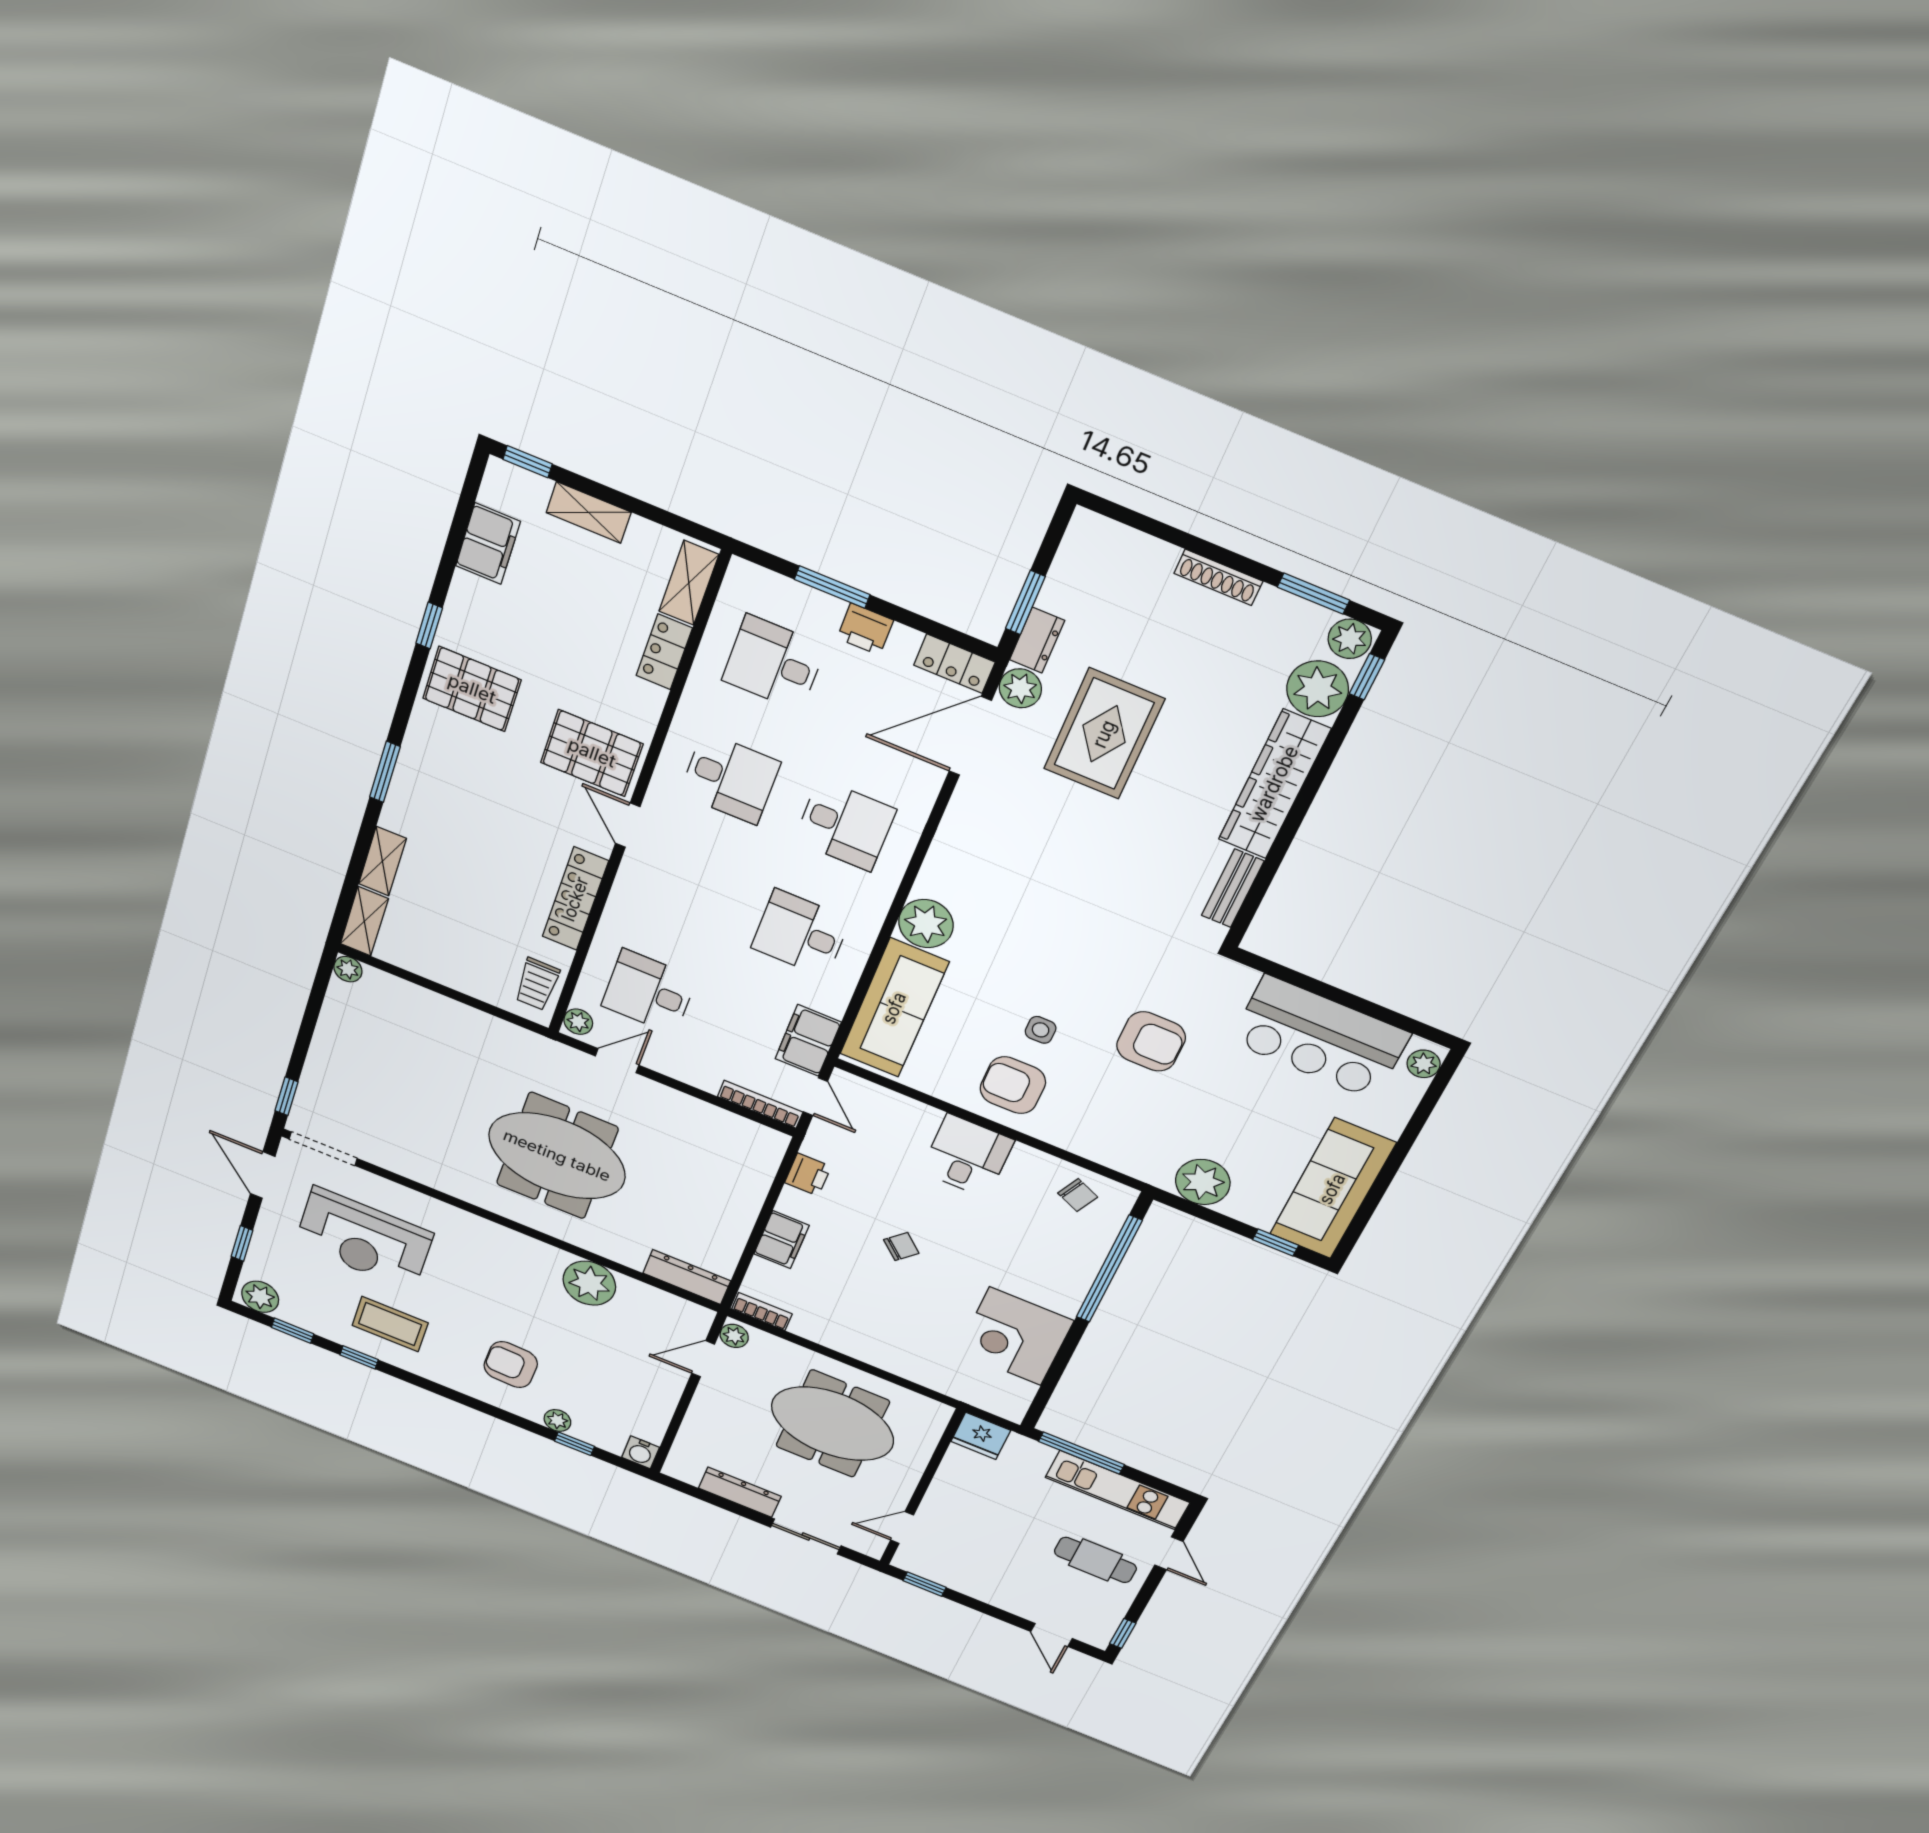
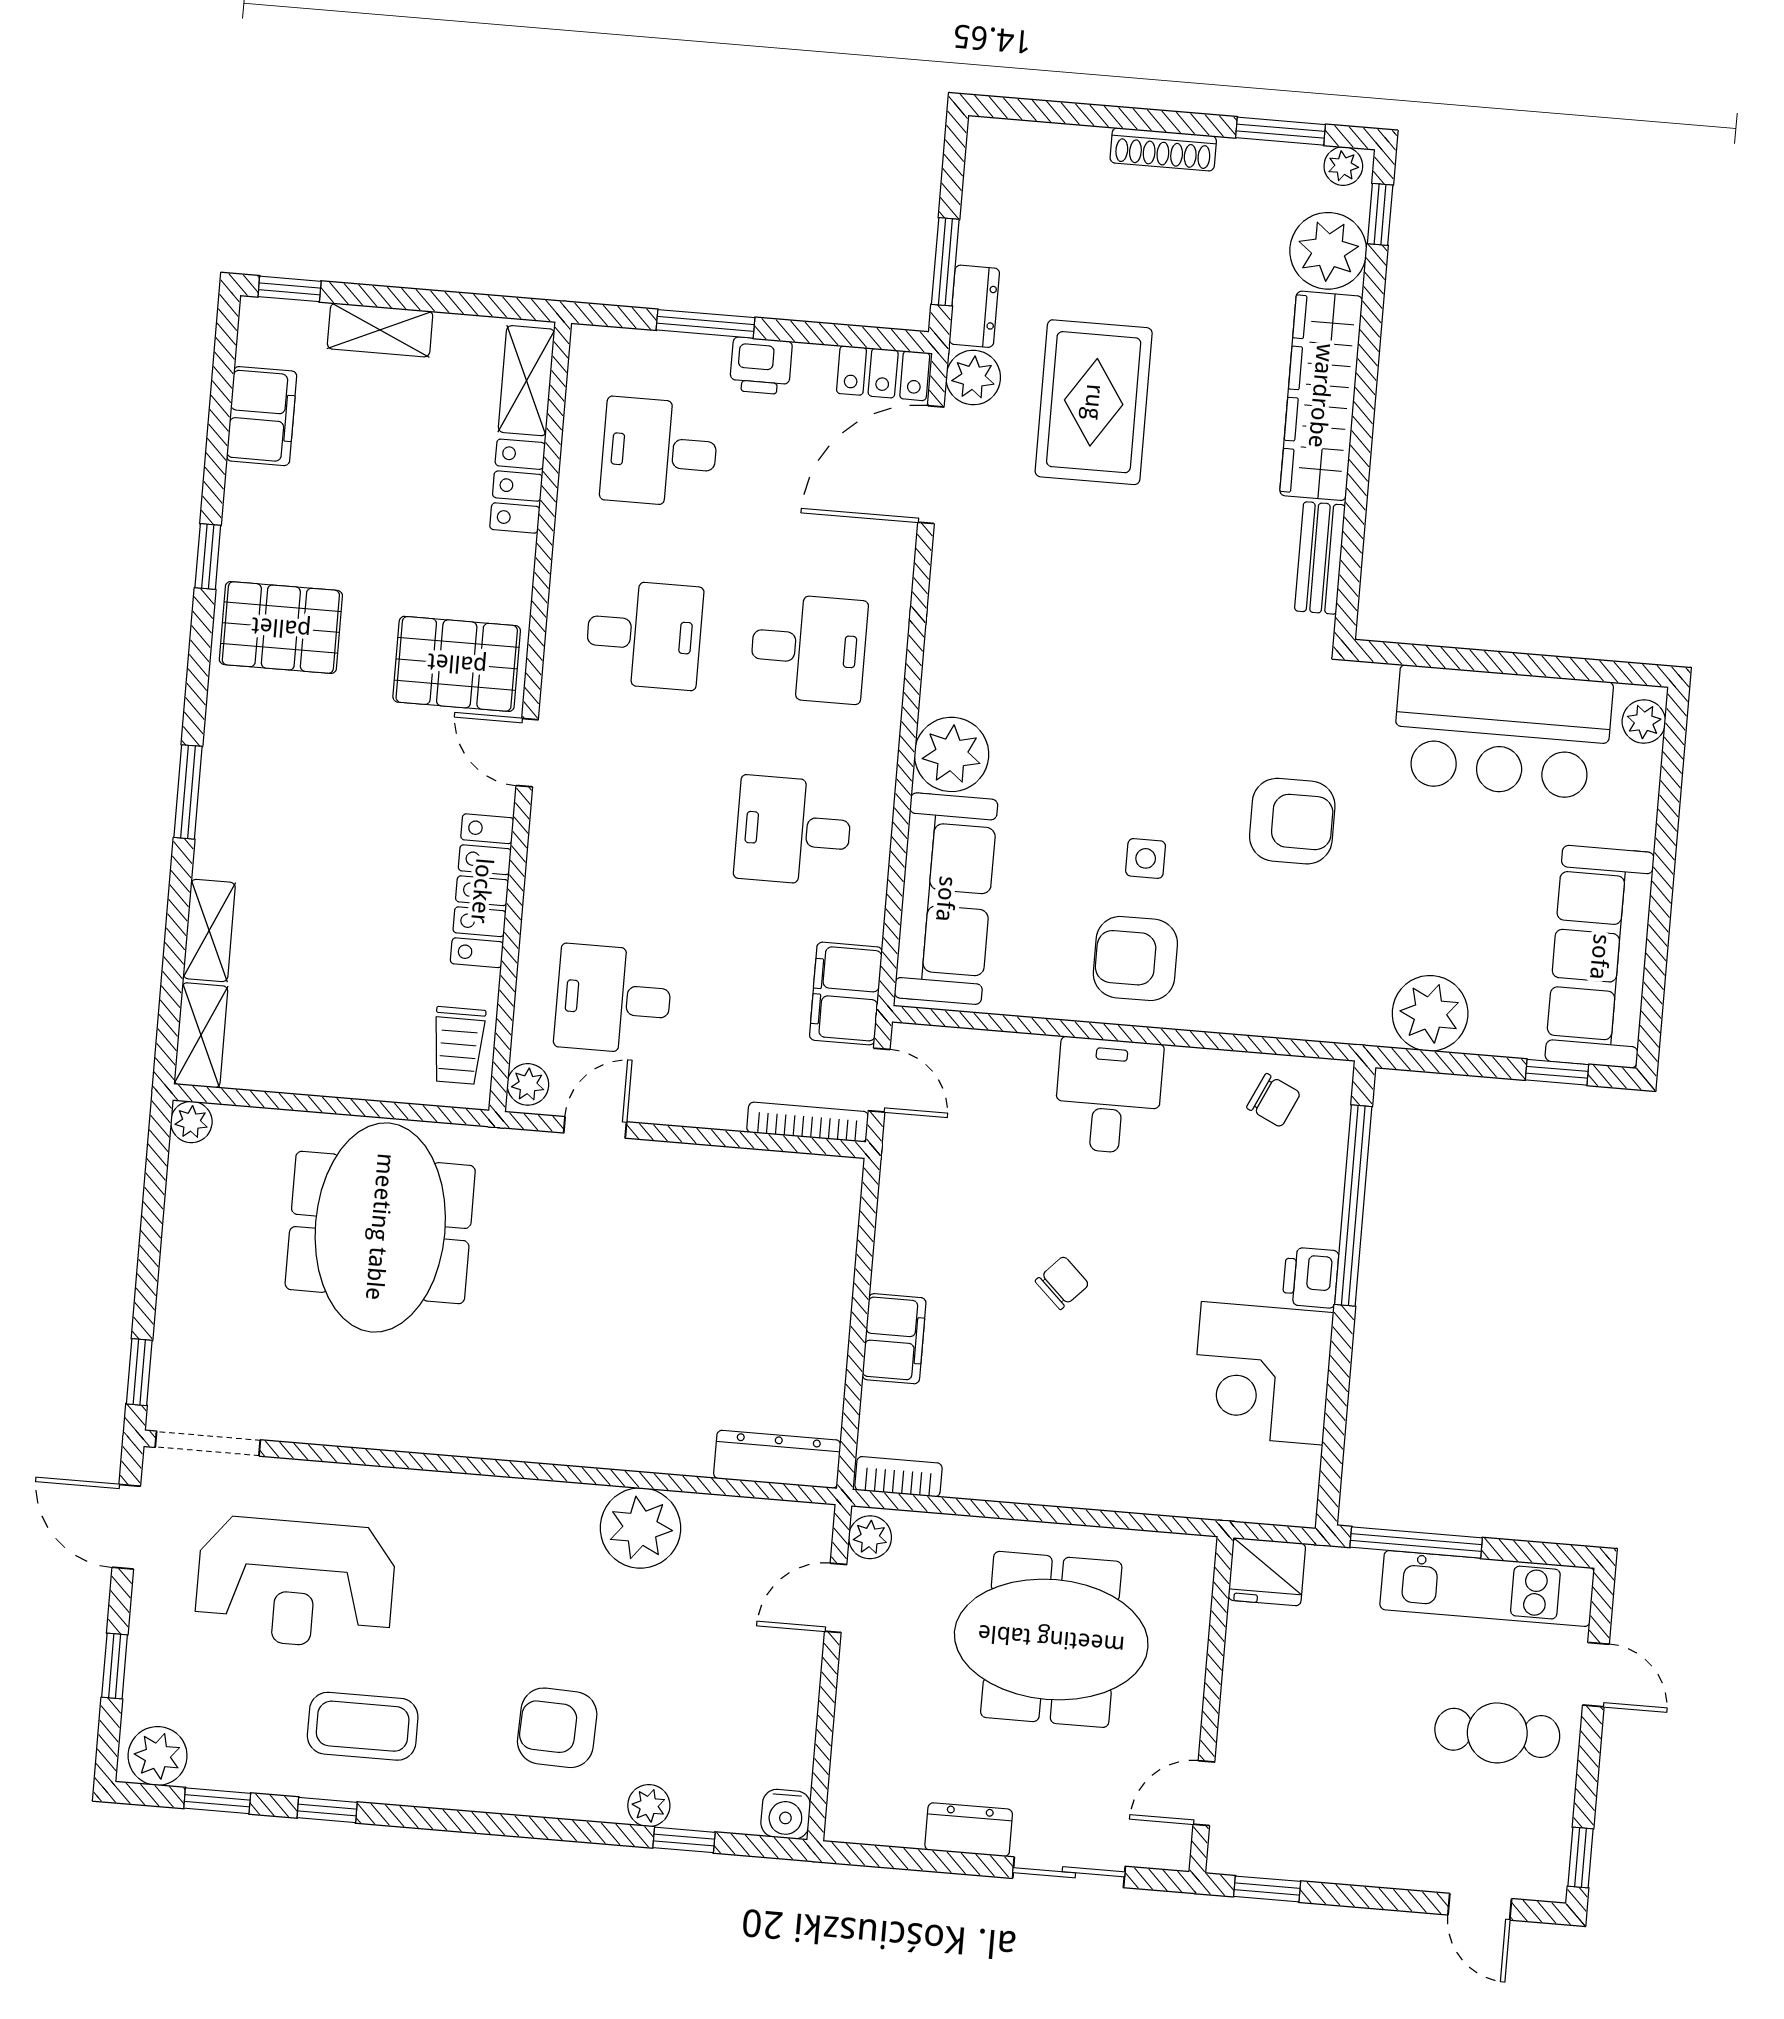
plant: (1350, 639) -> (1343, 166), width x0.73, depth x0.73
meeting table: (557, 1156) -> (380, 1227), moved, turned 90
printer: (808, 1174) -> (1311, 1278), moved, turned 180
dresser: (740, 1492) -> (969, 1830), width x0.70

